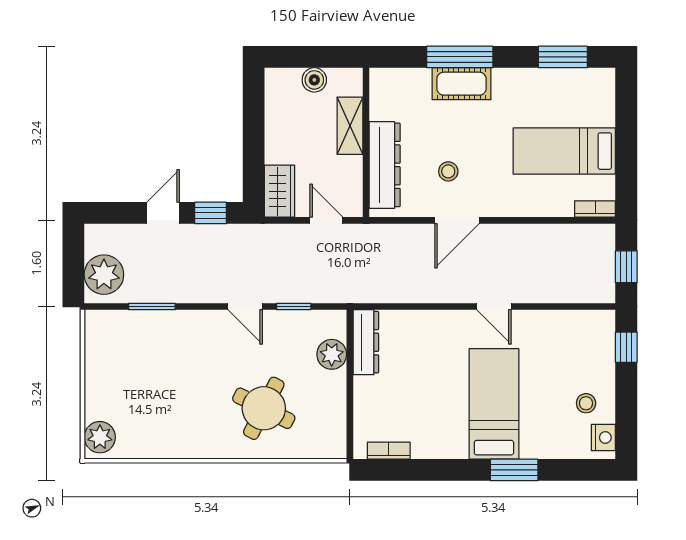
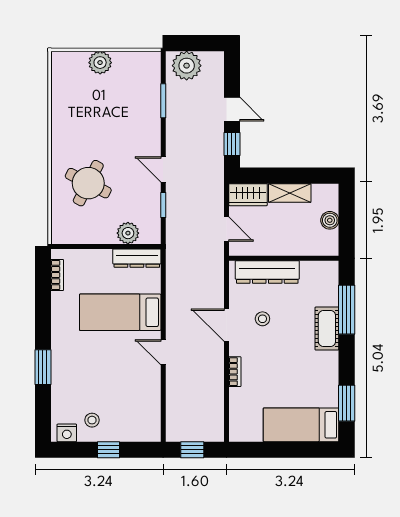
window: (460, 57) -> (347, 310), moved
shelving: (350, 126) -> (290, 193), moved
bed: (564, 151) -> (301, 425), moved, turned -90
bookcase: (595, 209) -> (235, 372), moved
door: (326, 220) -> (226, 229), hinge flipped
door: (245, 306) -> (163, 169), hinge flipped
door: (494, 306) -> (163, 352), hinge flipped
window: (626, 347) -> (108, 450), moved
bed: (494, 404) -> (120, 312), moved, turned 180
plant: (100, 437) -> (100, 63), moved

